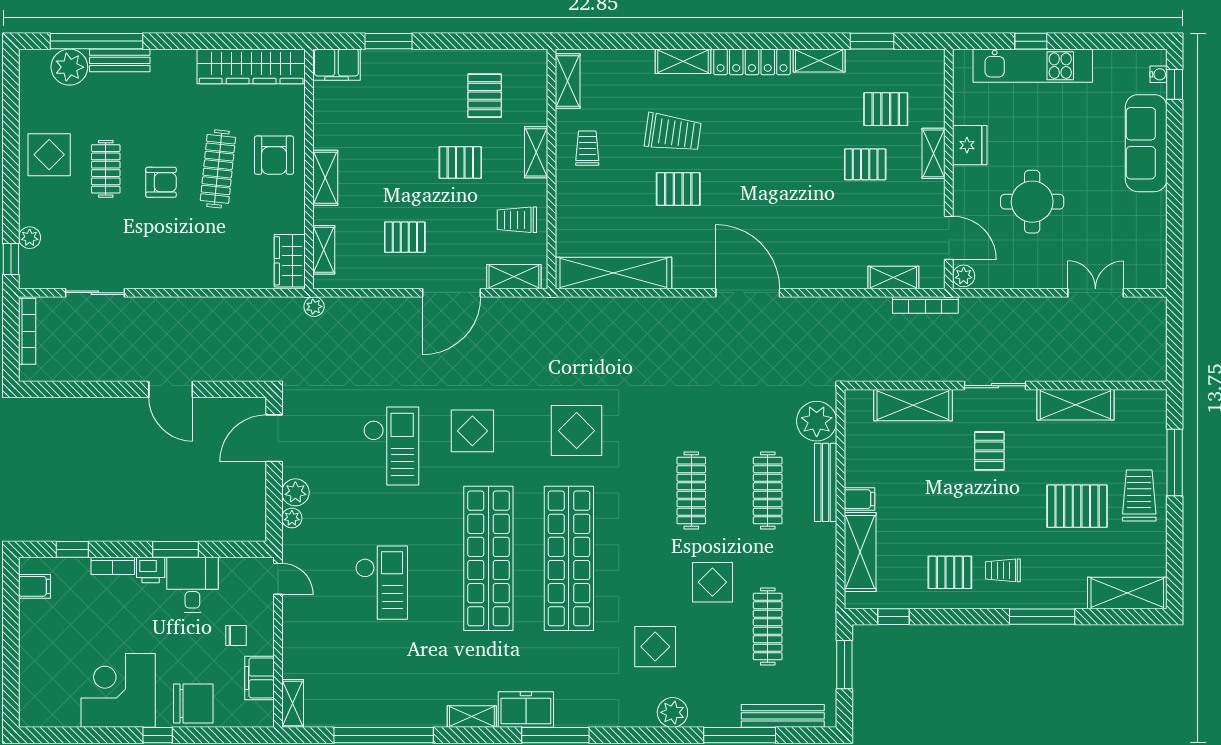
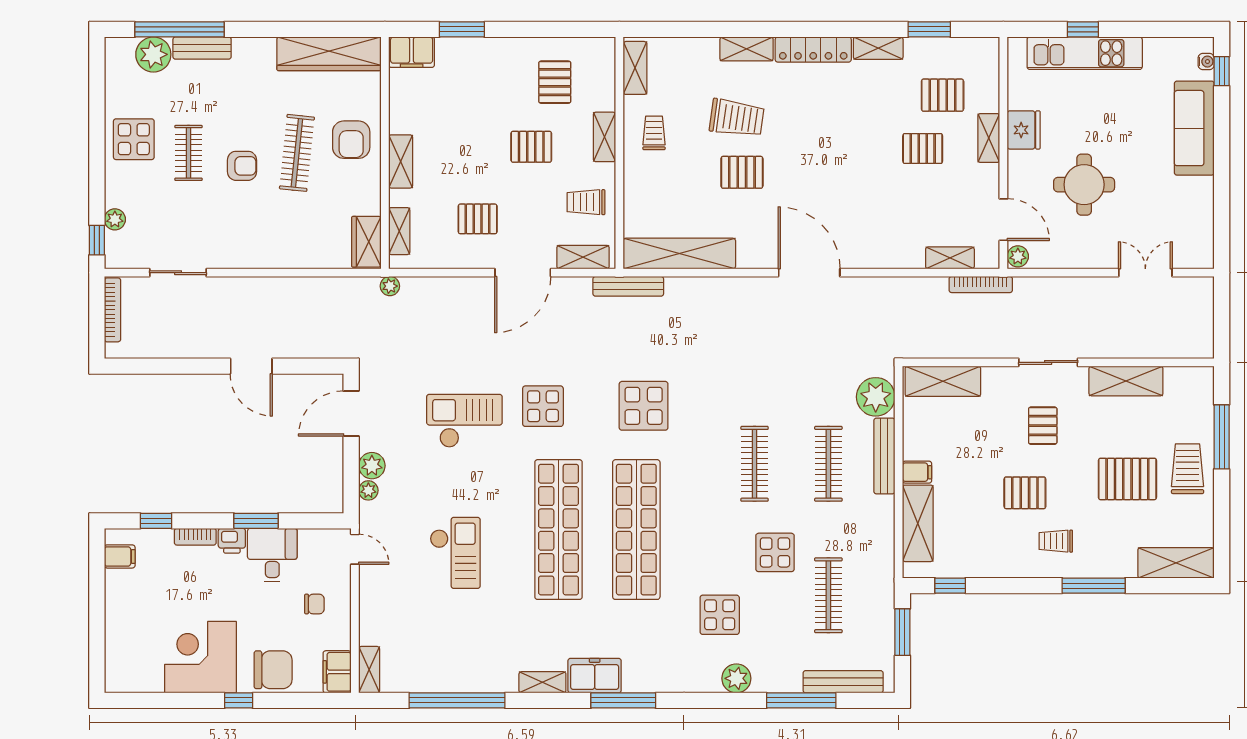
bench: (561, 307) -> (628, 286), added
shelving: (913, 405) -> (943, 381), moved
checkout: (391, 446) -> (464, 421), turned -90
pallet: (950, 572) -> (1025, 493), moved
filing cabinet: (260, 678) -> (337, 672), moved

